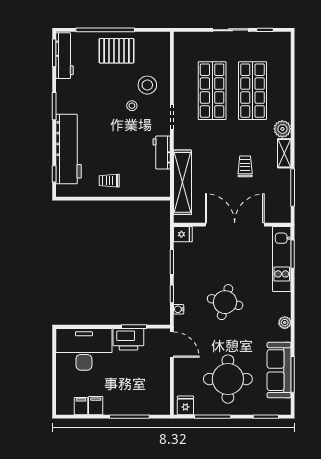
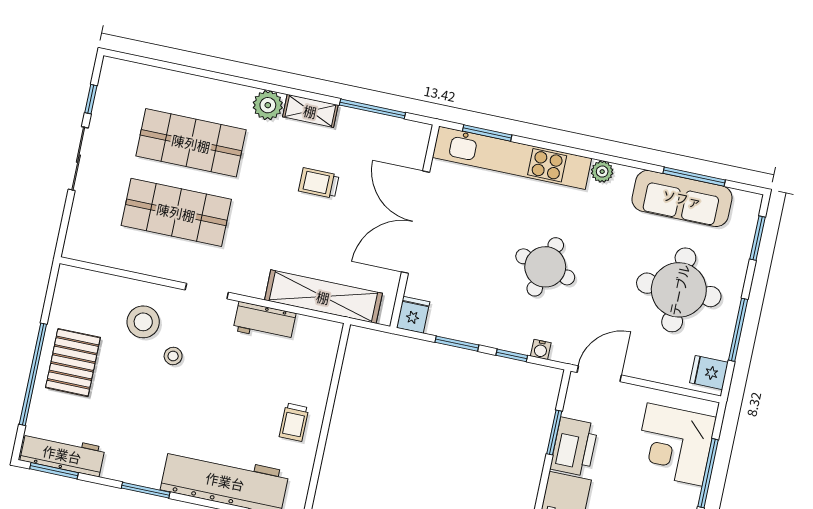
kitchen unit: (282, 259) -> (512, 158), width x1.36
corner desk: (141, 395) -> (675, 445), added

